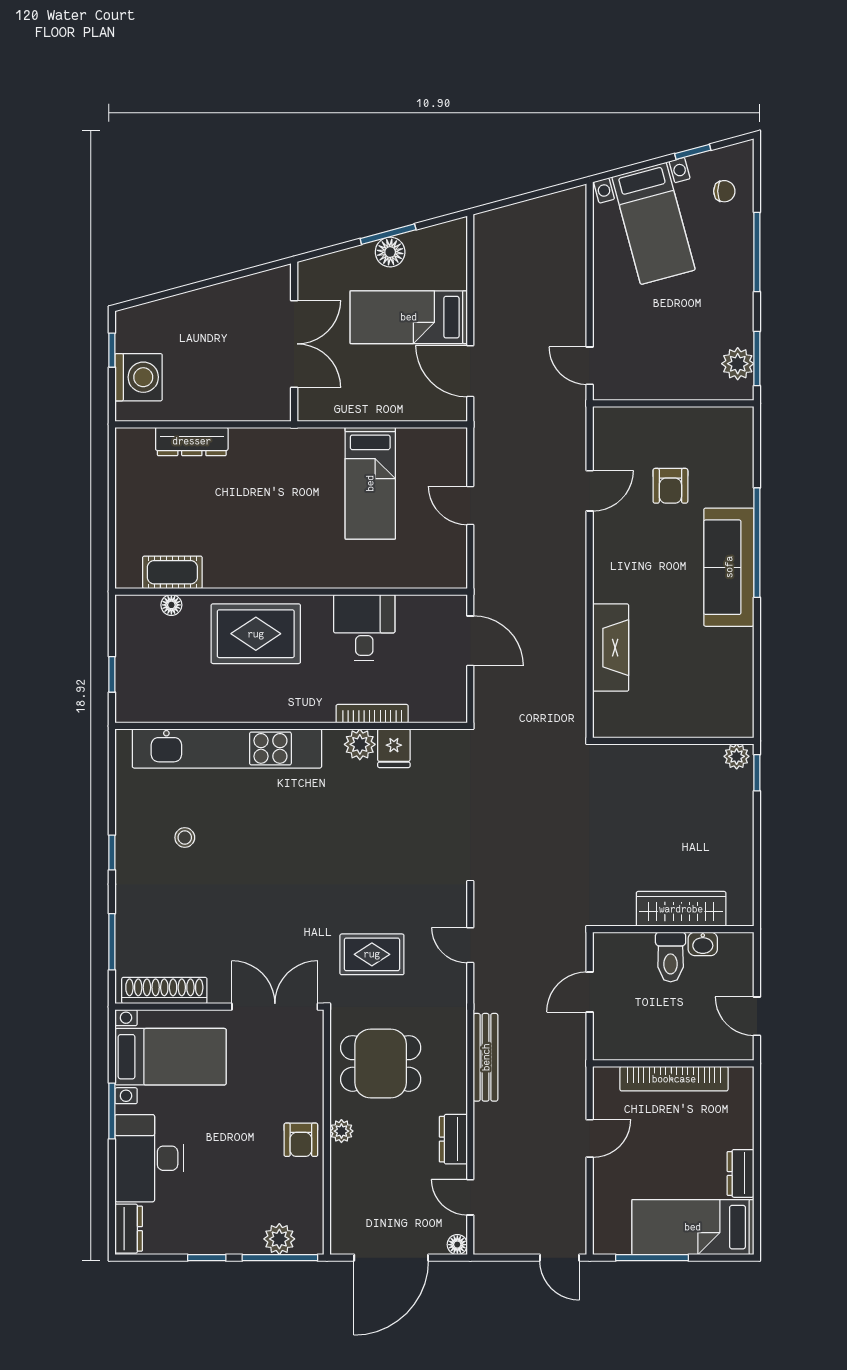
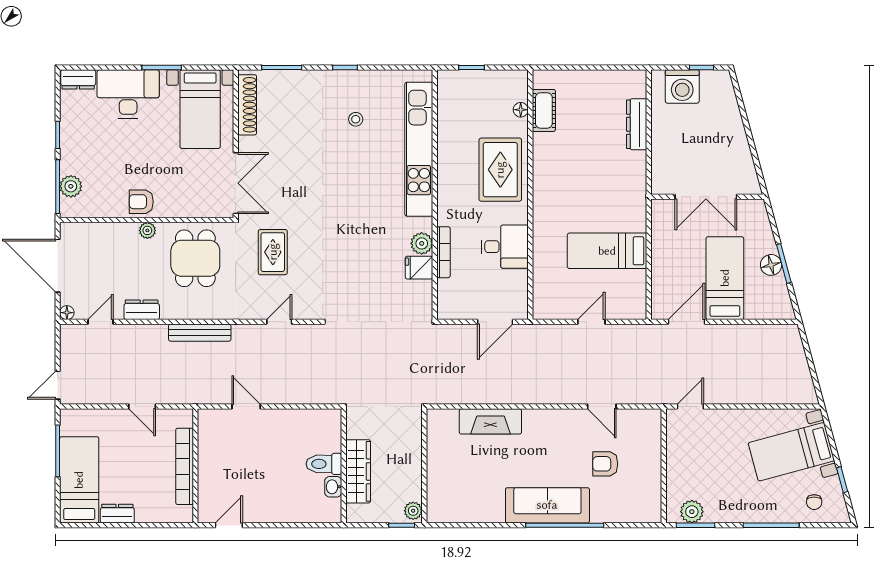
wardrobe: (681, 909) -> (358, 471), moved
wall: (673, 929) -> (344, 466), moved
washbasin: (703, 944) -> (333, 487), moved
toilet: (671, 957) -> (324, 464), moved

